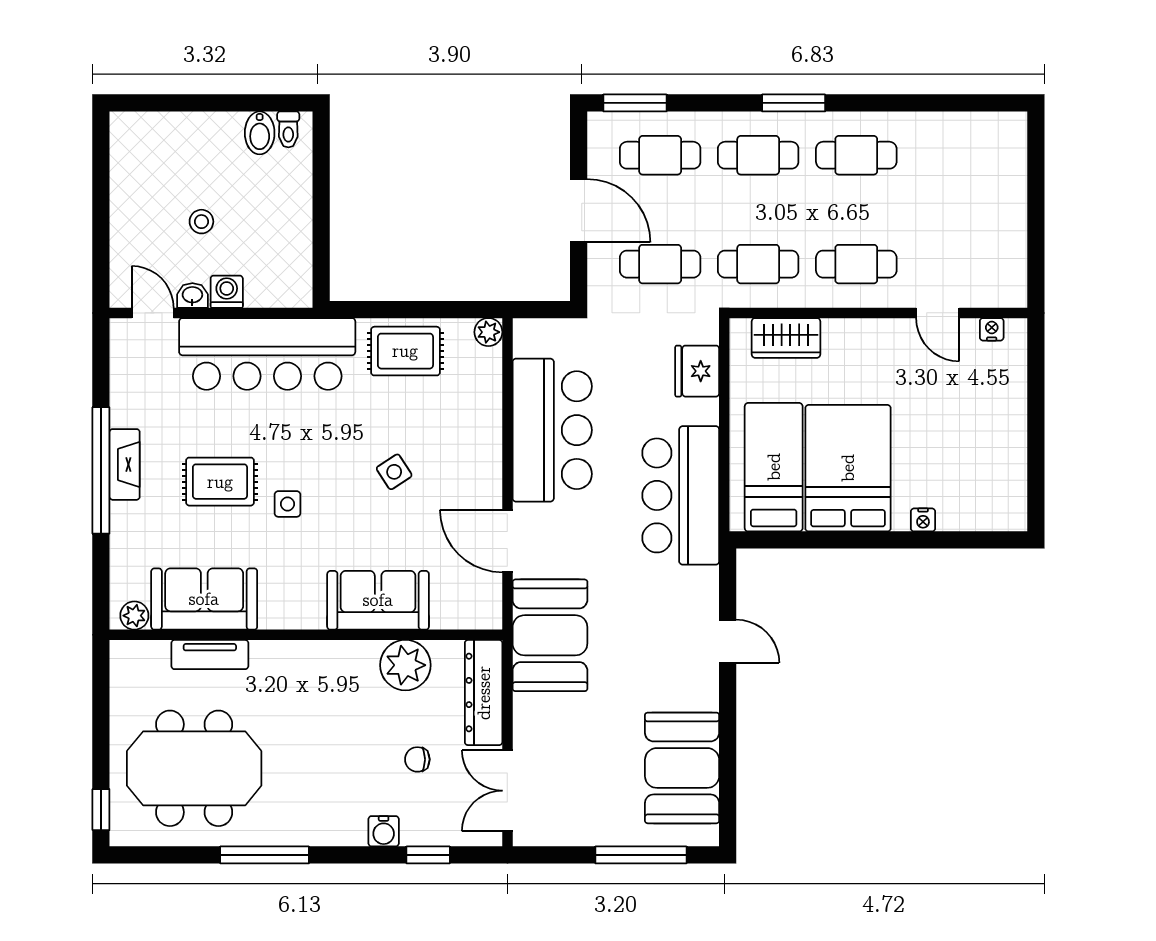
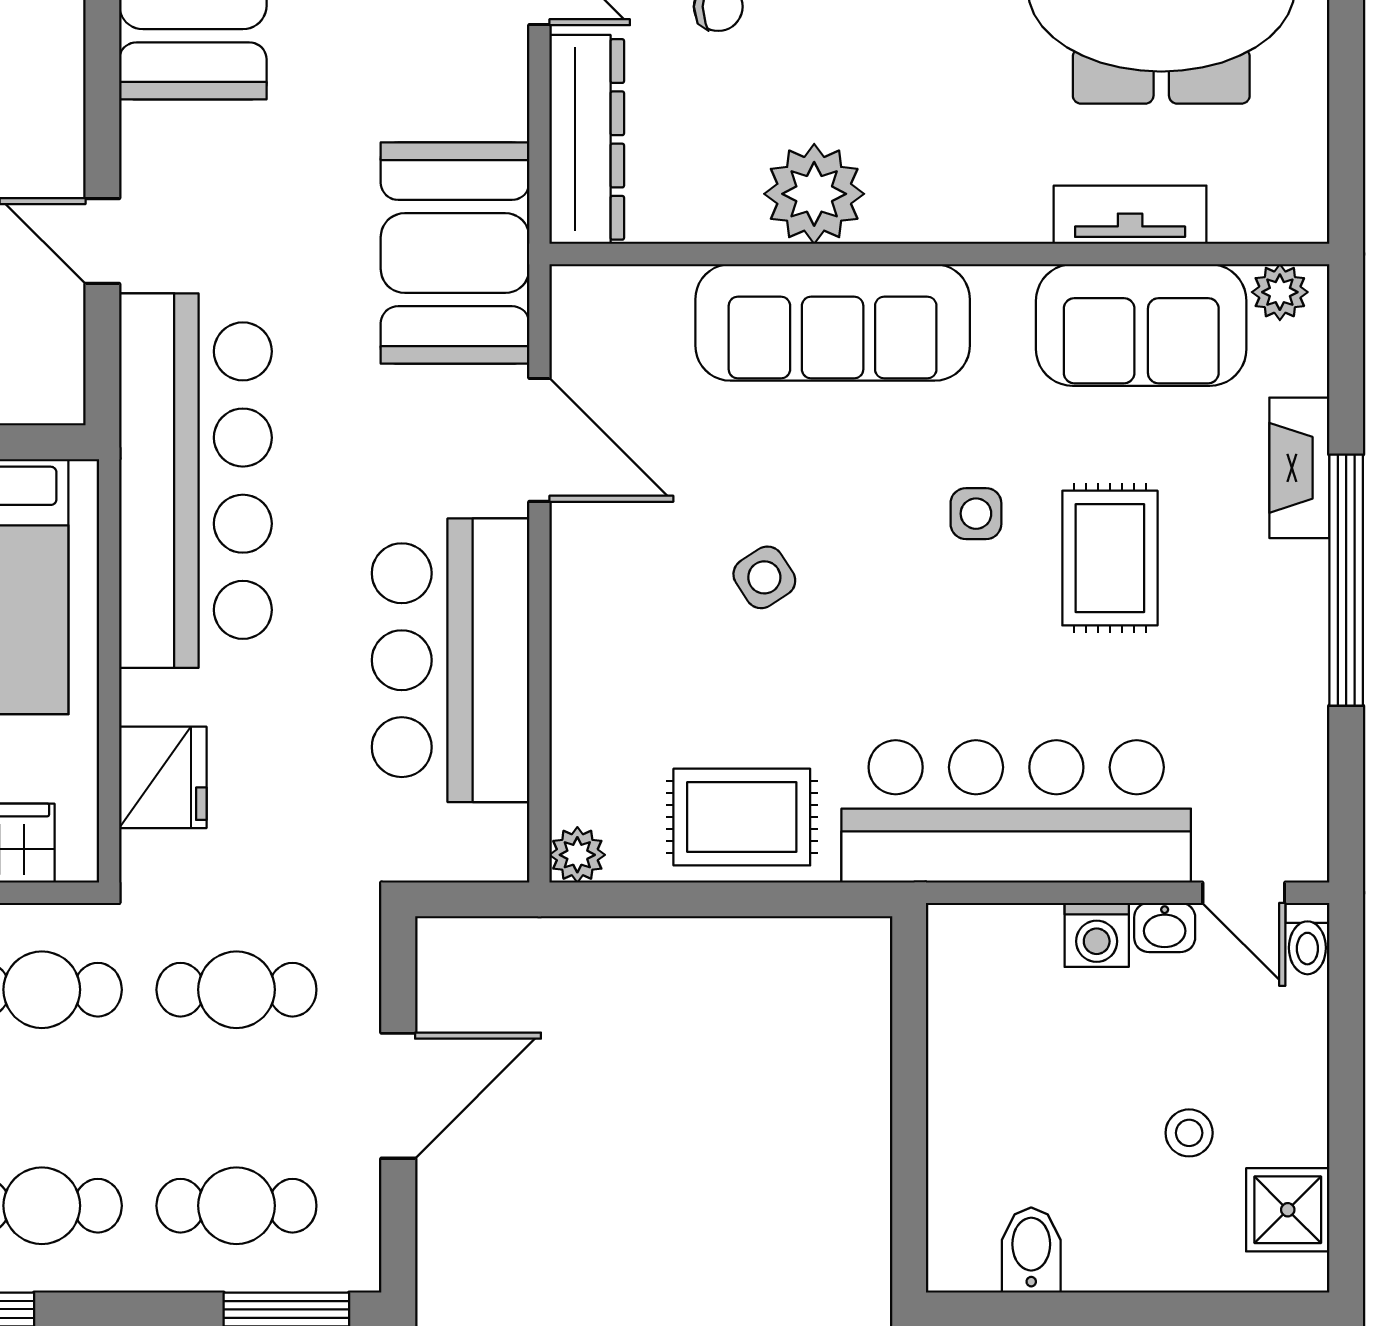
toilet: (288, 129) -> (1307, 939), moved, turned 180
shower: (130, 153) -> (1288, 1210), added
door: (579, 211) -> (398, 1096), swing flipped
stool: (201, 222) -> (1189, 1133), moved
fireplace: (125, 464) -> (1299, 468), moved
rug: (220, 482) -> (1110, 558), turned 90
bar counter: (681, 495) -> (196, 481), width x1.36
sofa: (378, 600) -> (833, 322), width x1.36
plant: (405, 665) -> (814, 194), moved

